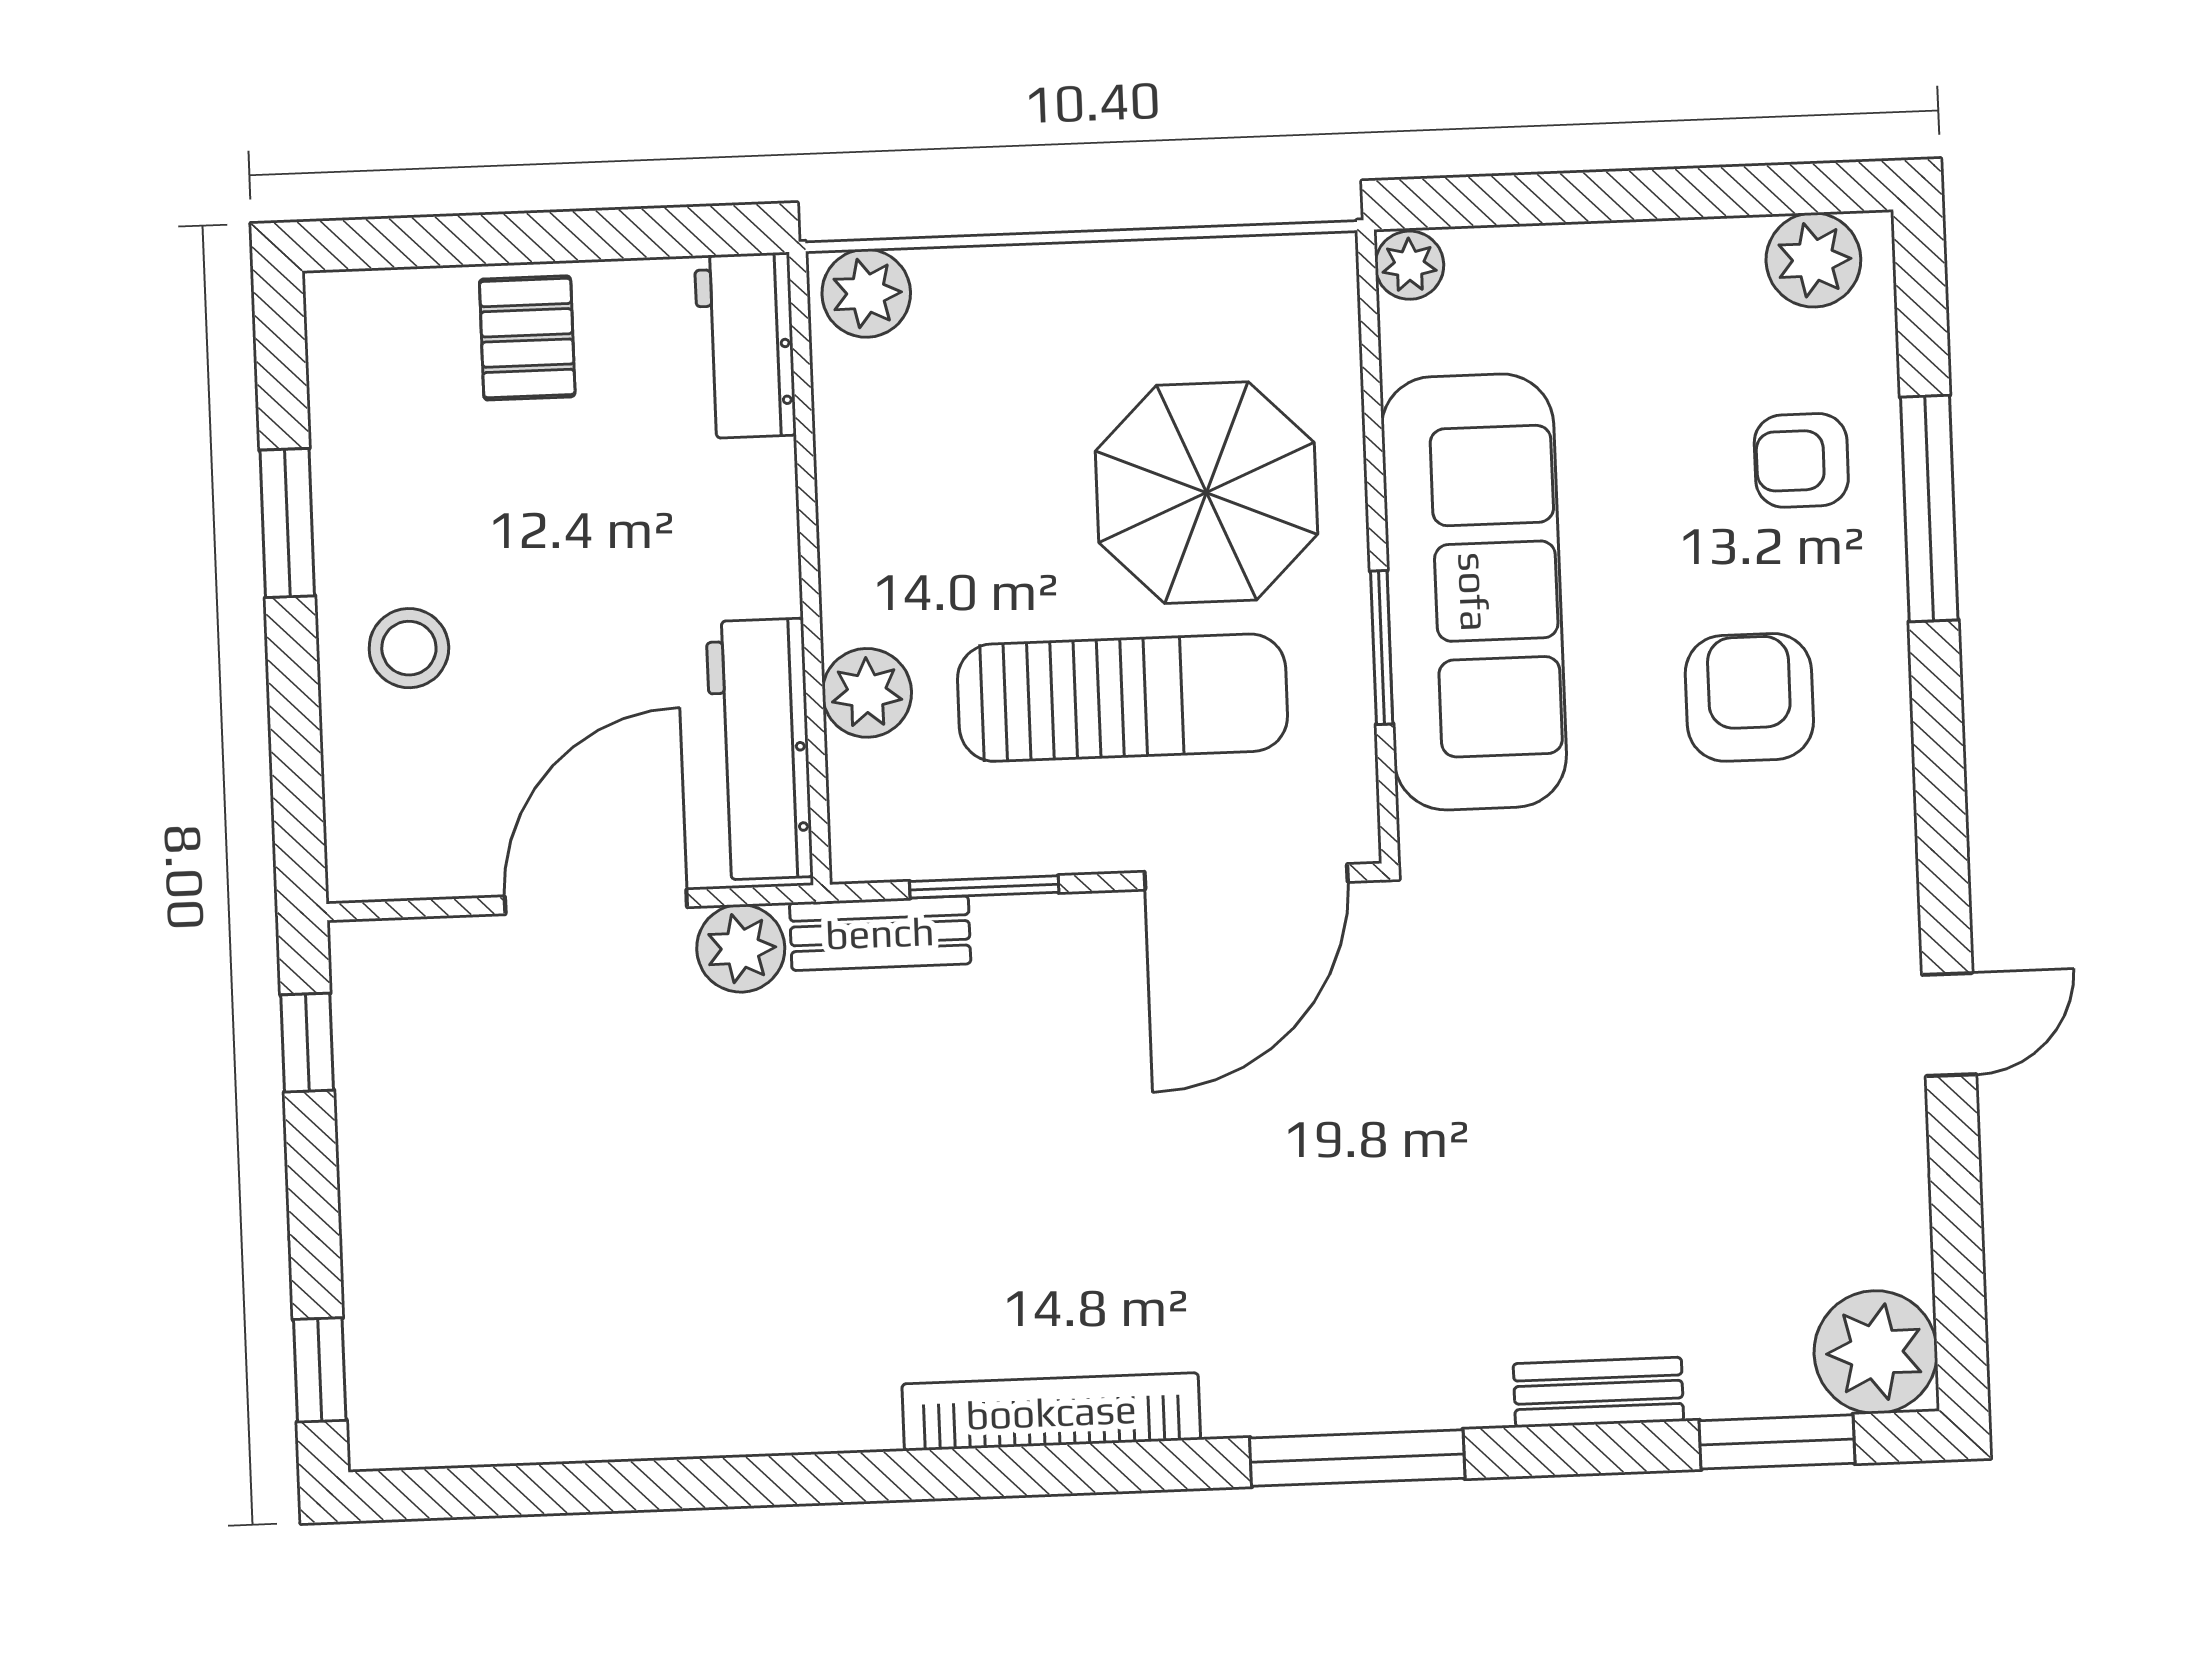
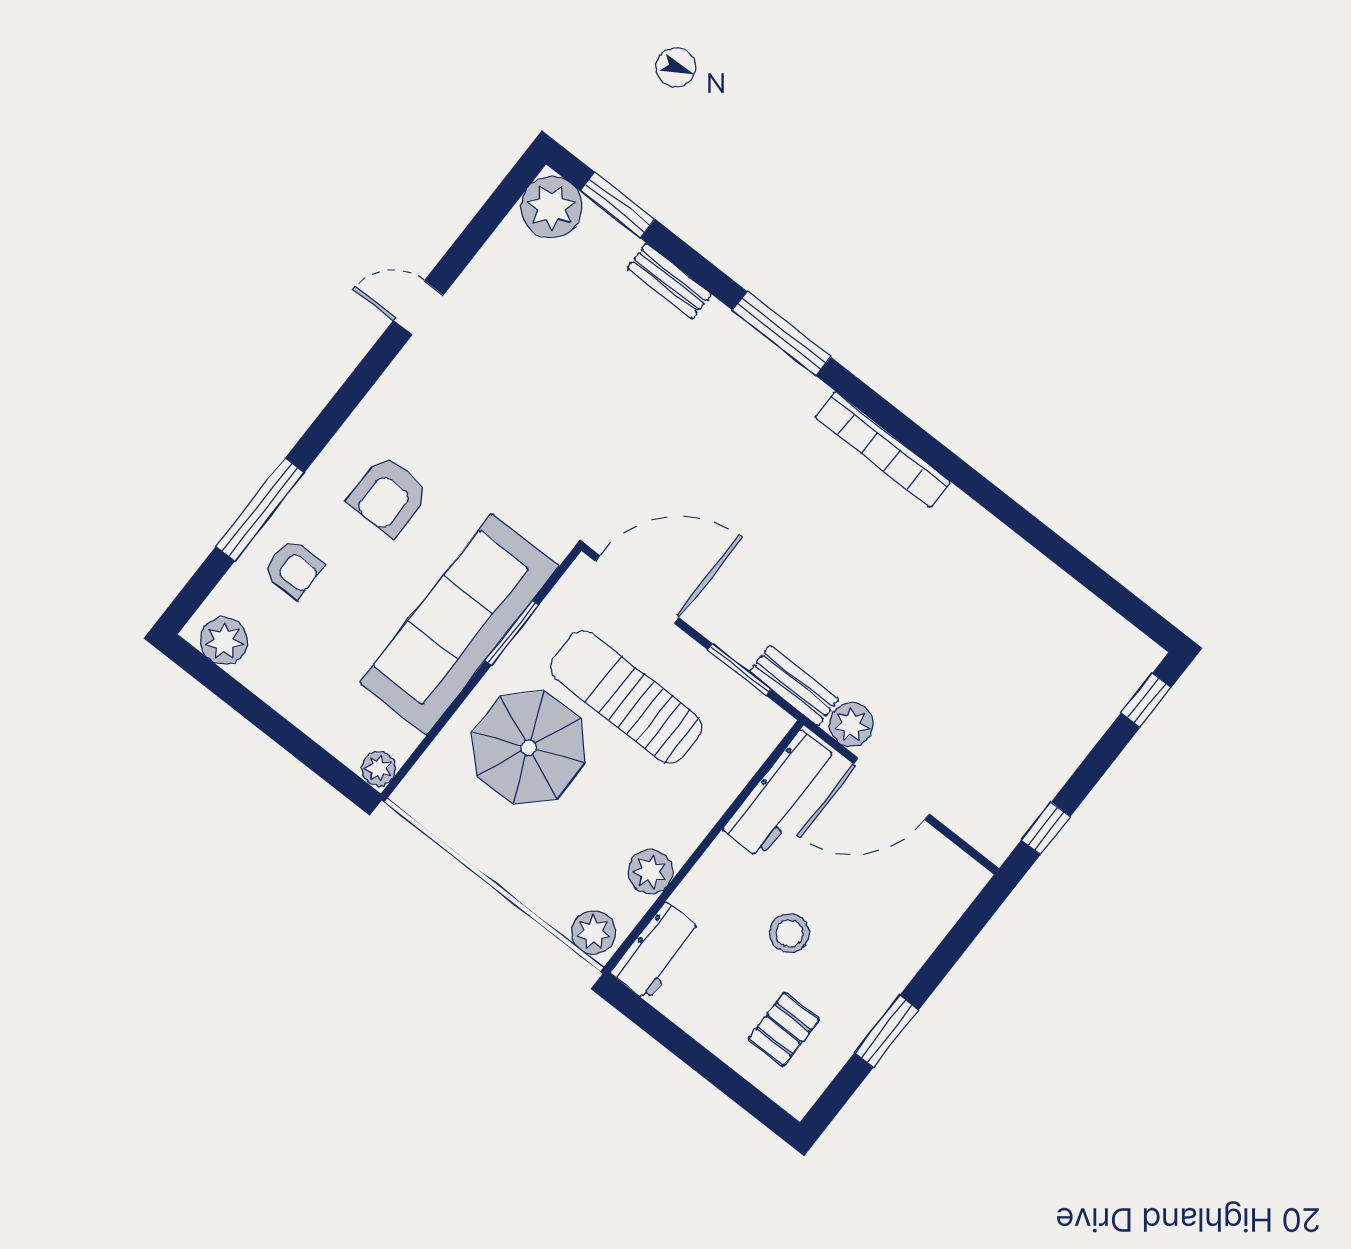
pallet: (527, 338) -> (784, 1029), moved
stool: (409, 648) -> (789, 933), moved
plant: (867, 693) -> (650, 872), moved

